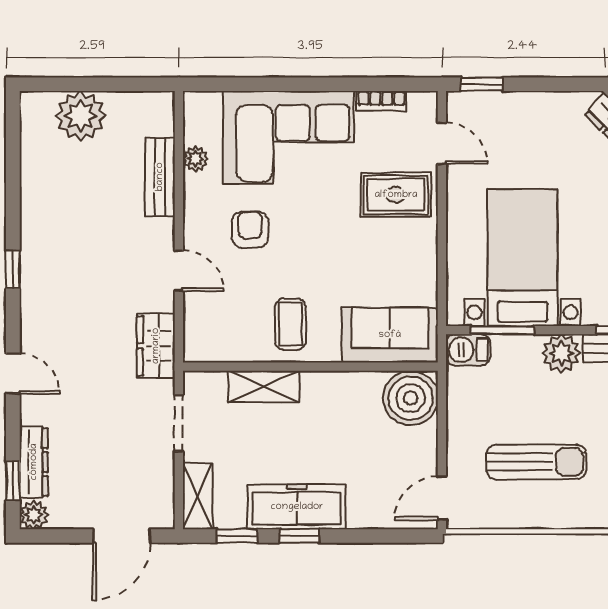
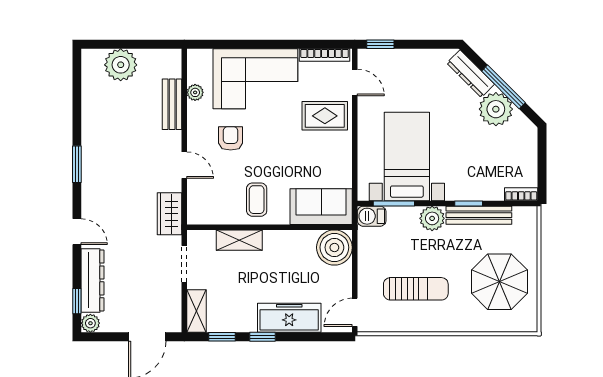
bookcase: (381, 101) -> (325, 55), width x1.56
window: (13, 269) -> (77, 164), width x1.50
dresser: (34, 462) -> (93, 280), width x1.37, depth x1.24
freezer: (297, 507) -> (289, 318), moved

